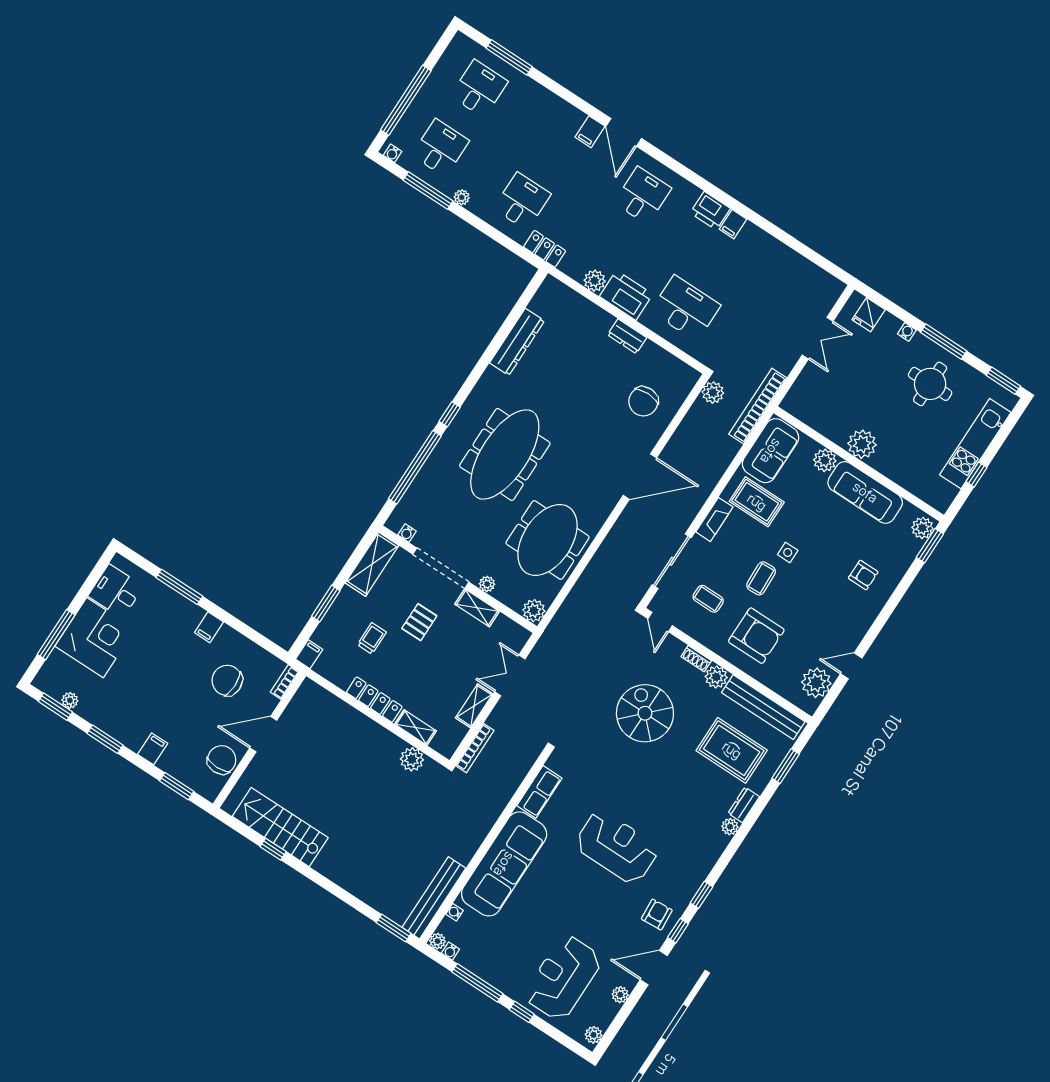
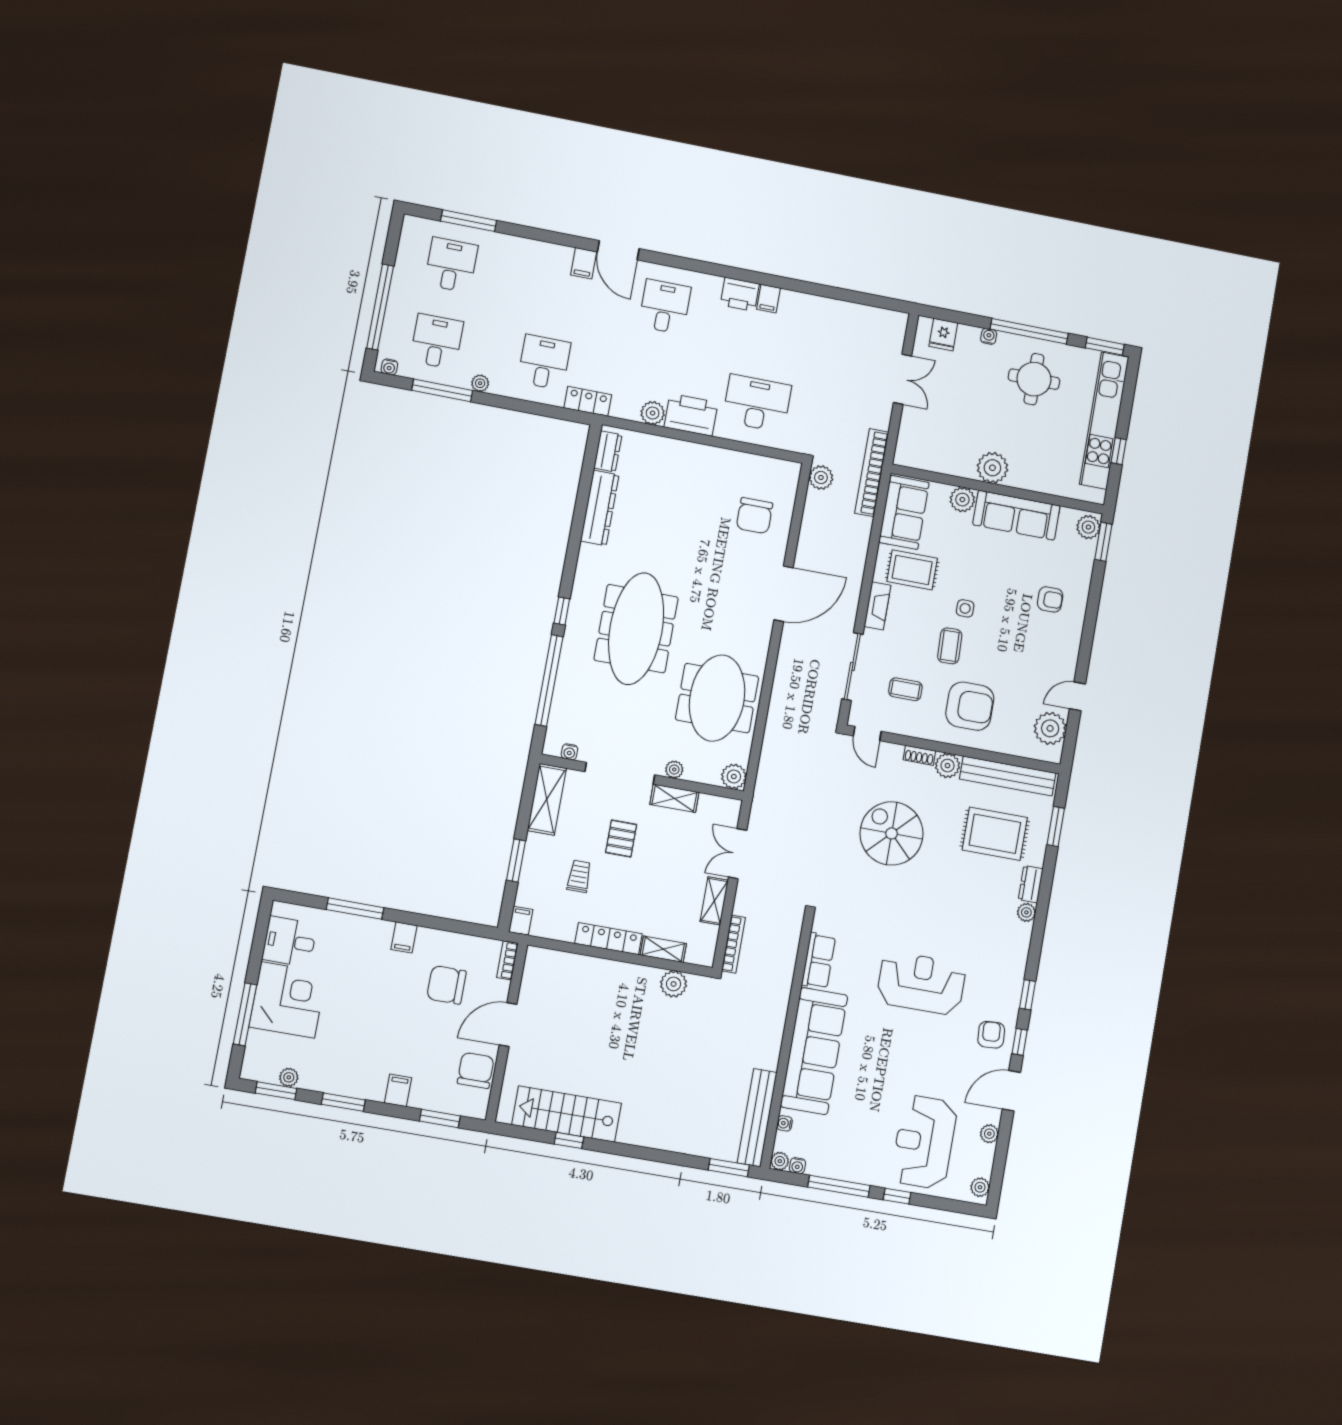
dresser: (627, 336) -> (608, 451), moved, turned -90
window: (944, 342) -> (1029, 331), width x1.46
kitchen unit: (975, 444) -> (1104, 421), width x1.36

